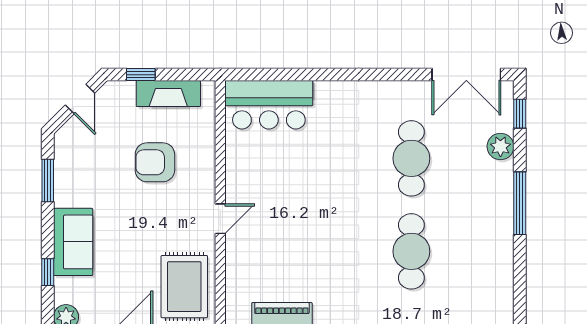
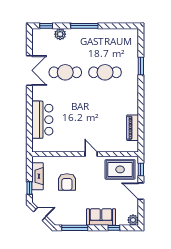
double door: (466, 75) -> (29, 70), moved
bar counter: (269, 105) -> (42, 120), moved
window: (48, 180) -> (75, 228), width x1.44

